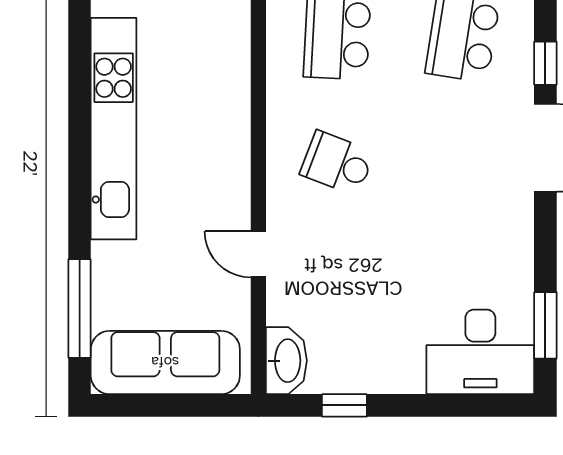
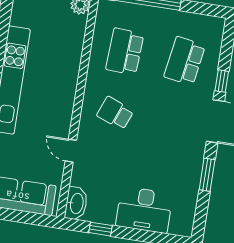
window: (545, 325) -> (207, 175), moved
desk: (480, 352) -> (144, 210), moved

